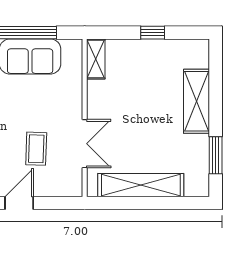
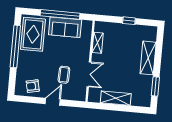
shelving: (96, 59) -> (98, 43), moved
shelving: (141, 185) -> (116, 98), width x0.68

